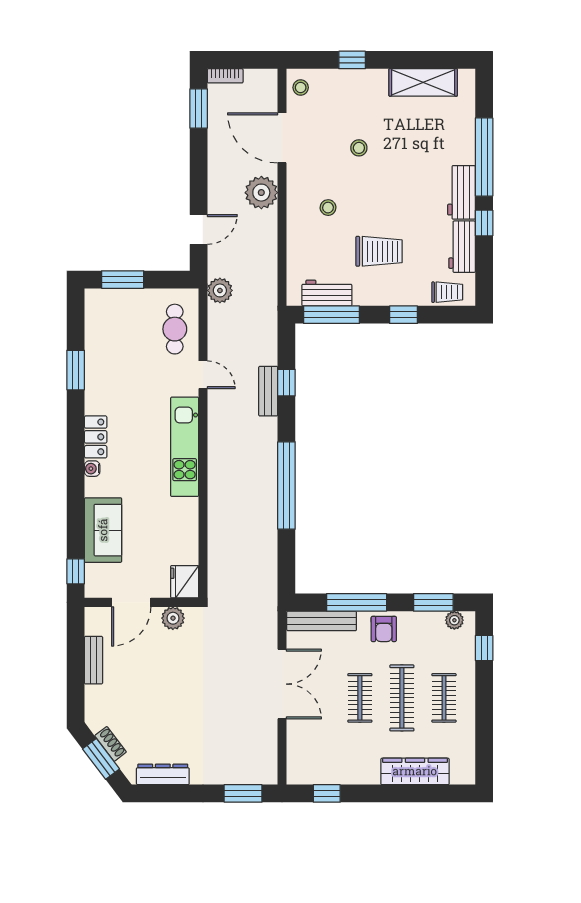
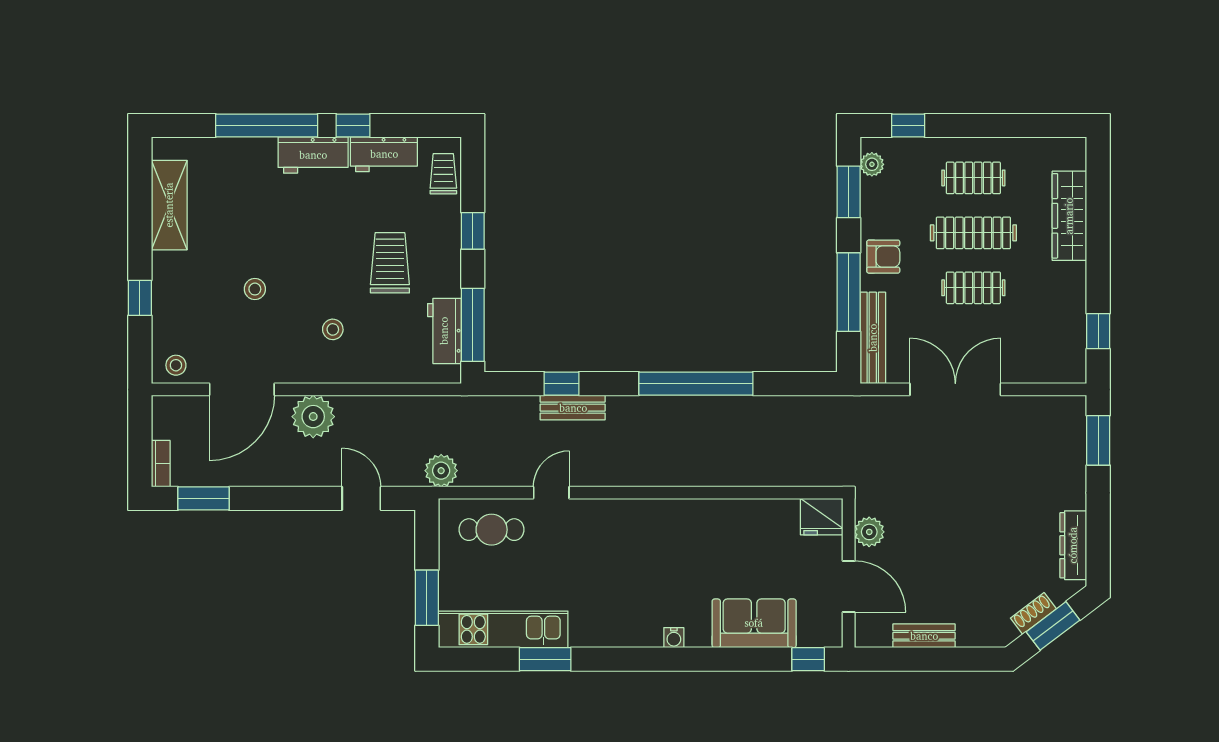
locker: (96, 437) -> (632, 633), removed
kitchen unit: (185, 447) -> (503, 629), moved, turned 180

